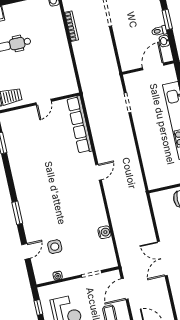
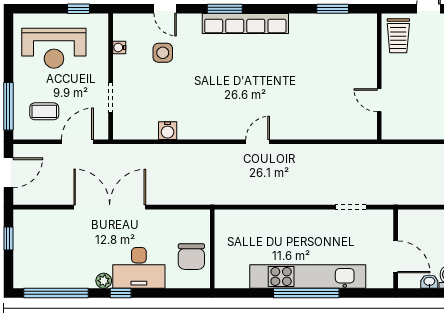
door: (44, 102) -> (379, 100), moved
row of seats: (80, 125) -> (245, 24), moved, turned 180
door: (99, 172) -> (258, 142), swing flipped
double door: (162, 259) -> (110, 207), width x1.36
door: (125, 289) -> (77, 142), hinge flipped

